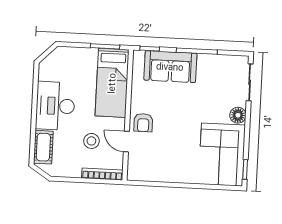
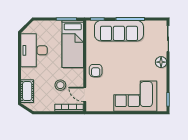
sofa: (170, 67) -> (119, 31), width x1.36
desk: (55, 106) -> (34, 50), moved
door: (126, 142) -> (85, 94), moved
corner sofa: (222, 155) -> (135, 96), moved, turned 90

